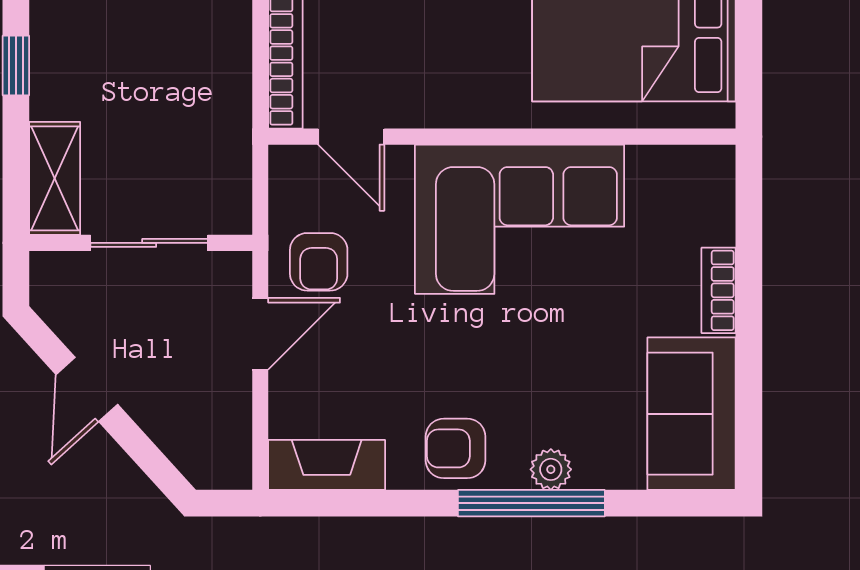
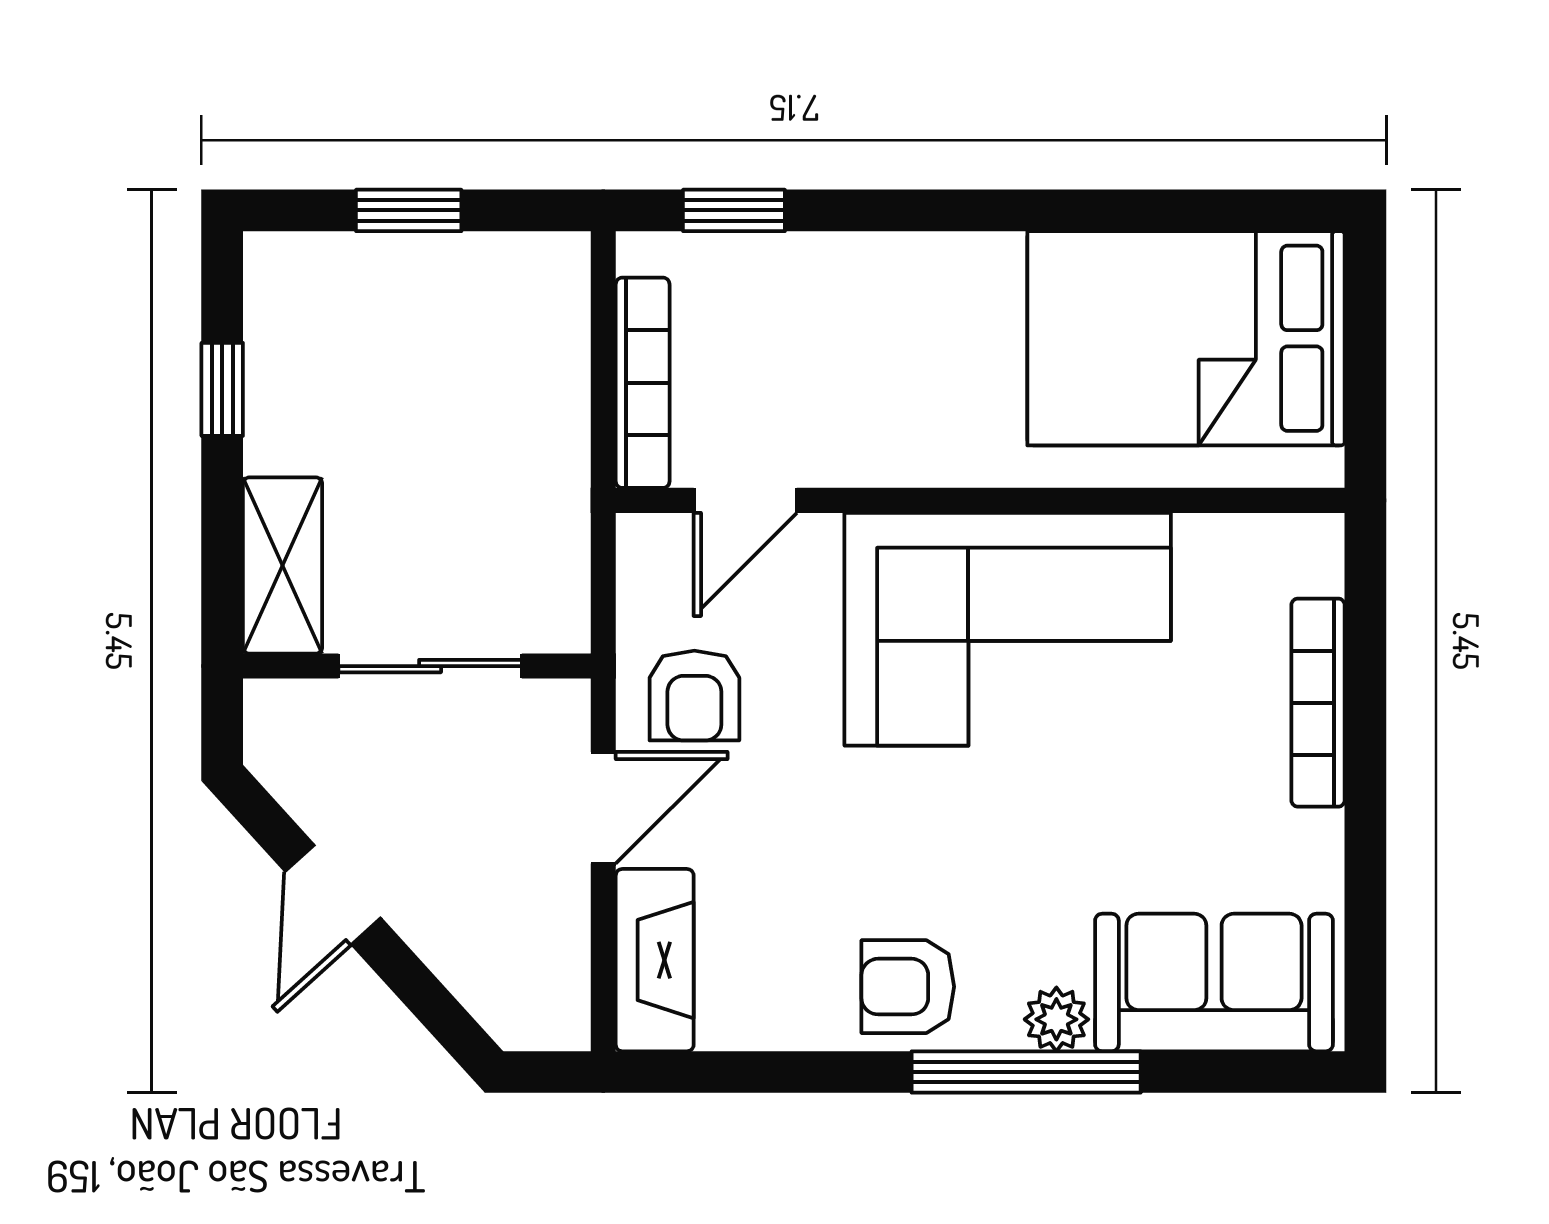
door: (351, 137) -> (745, 500), hinge flipped
bookcase: (719, 290) -> (1318, 703), width x1.56
sofa: (692, 414) -> (1214, 983), moved, turned 90
fireplace: (327, 465) -> (655, 960), moved, turned 90

